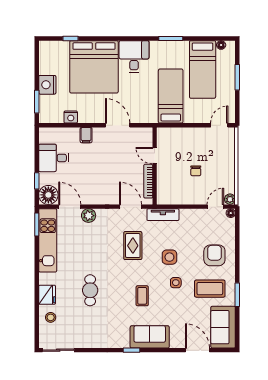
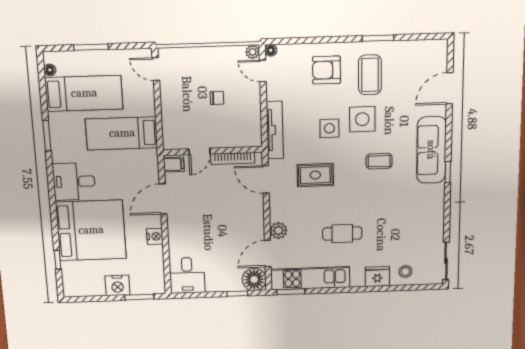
nightstand: (71, 117) -> (155, 236), moved
filing cabinet: (86, 135) -> (174, 165), moved
desk: (54, 158) -> (187, 275), moved
door: (131, 207) -> (266, 179), hinge flipped
tv unit: (163, 215) -> (275, 130), width x1.41
side table: (176, 283) -> (362, 119), width x1.87, depth x1.87
cafe table: (90, 290) -> (342, 233), moved
sofa: (223, 327) -> (420, 56), removed
sofa: (150, 337) -> (431, 150), width x1.36

